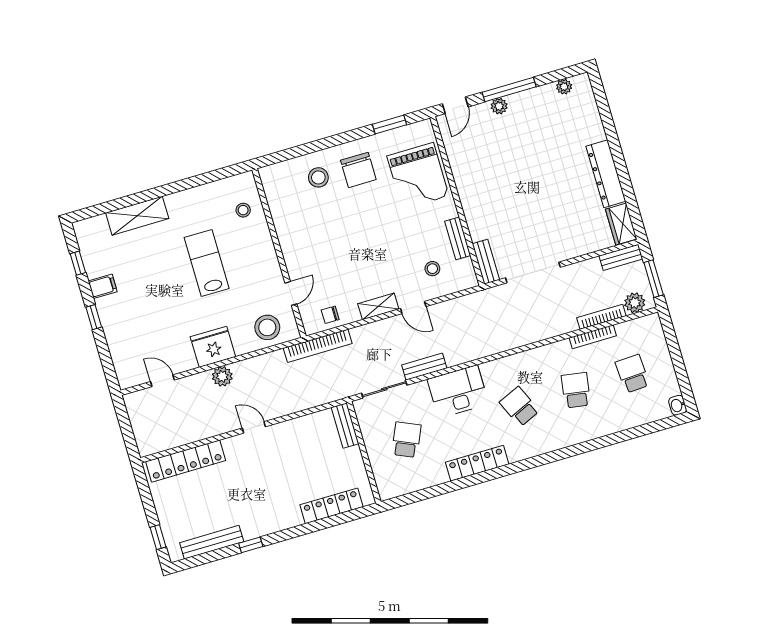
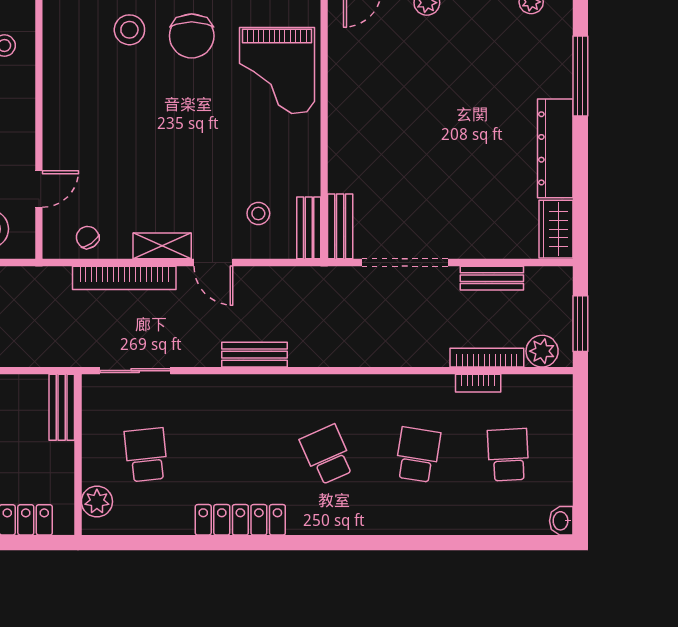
window: (608, 124) -> (580, 76), added
bench: (458, 238) -> (309, 228), moved
bench: (621, 257) -> (492, 278), moved
chair: (330, 315) -> (88, 237), turned 55
bookcase: (593, 337) -> (478, 383), width x0.64
bookcase: (318, 346) -> (124, 278), moved
bench: (424, 367) -> (254, 355), moved
desk: (458, 392) -> (243, 406), removed
school desk: (406, 440) -> (146, 455), turned -30
plant: (384, 478) -> (97, 502), added

